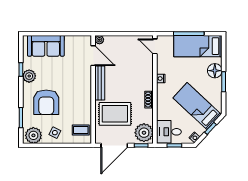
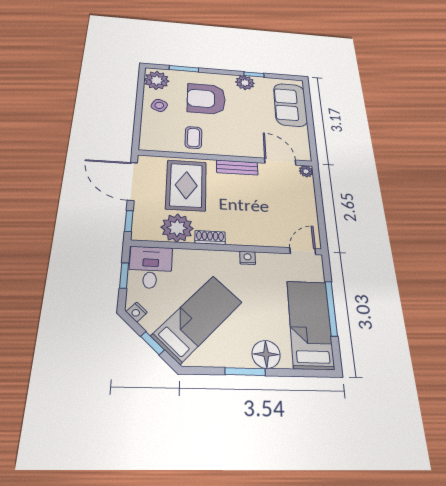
door: (93, 56) -> (280, 162), swing flipped
bench: (100, 83) -> (237, 167), width x0.73
coffee table: (81, 130) -> (193, 137), moved
plant: (144, 133) -> (177, 228), moved

